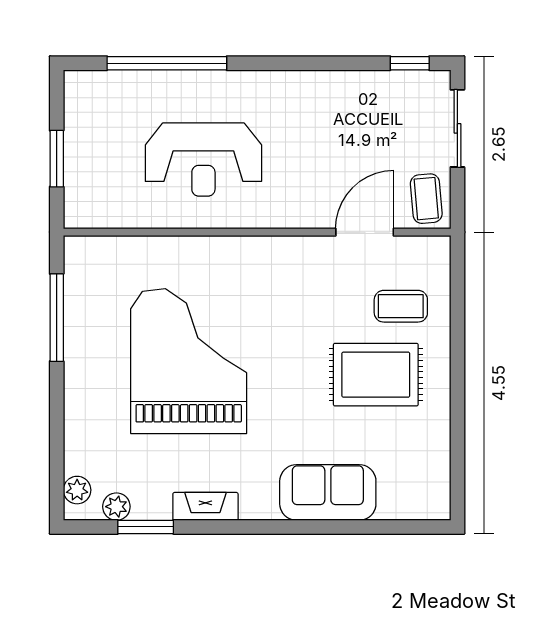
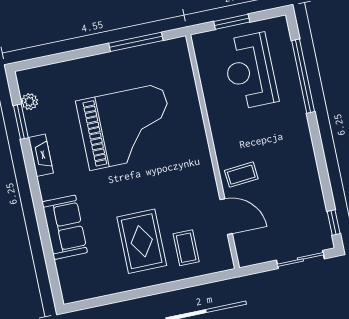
reception desk: (203, 160) -> (250, 71), moved
coffee table: (426, 199) -> (241, 175), moved
plant: (77, 490) -> (35, 76), removed

